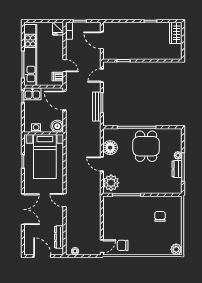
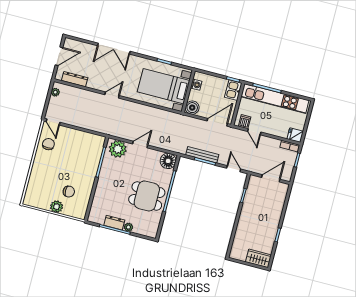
door: (65, 66) -> (254, 132), hinge flipped
floor lamp: (110, 148) -> (168, 161), moved
plant: (176, 249) -> (57, 207), moved

